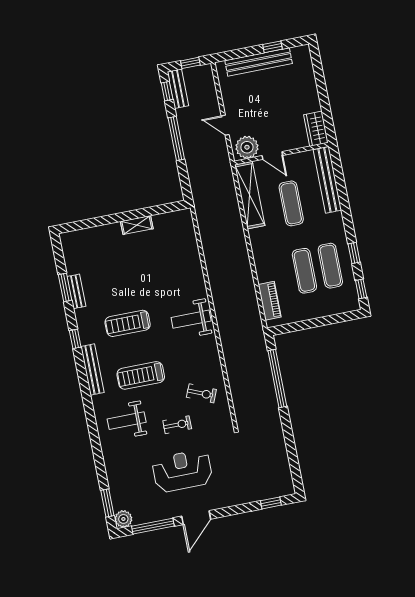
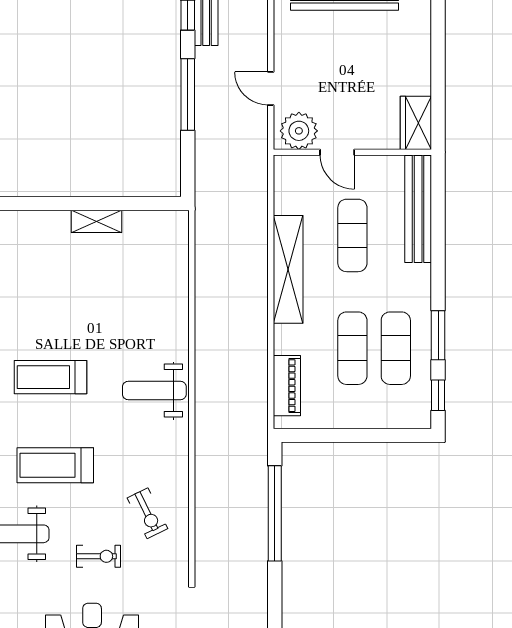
shelving: (250, 195) -> (288, 269), moved
window: (354, 253) -> (438, 335), width x1.50
exercise bike: (201, 393) -> (147, 513), turned 41

